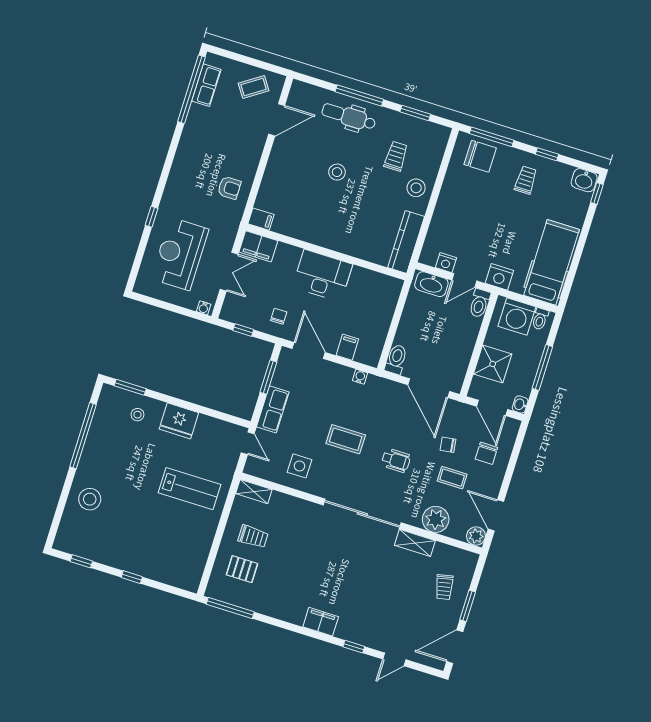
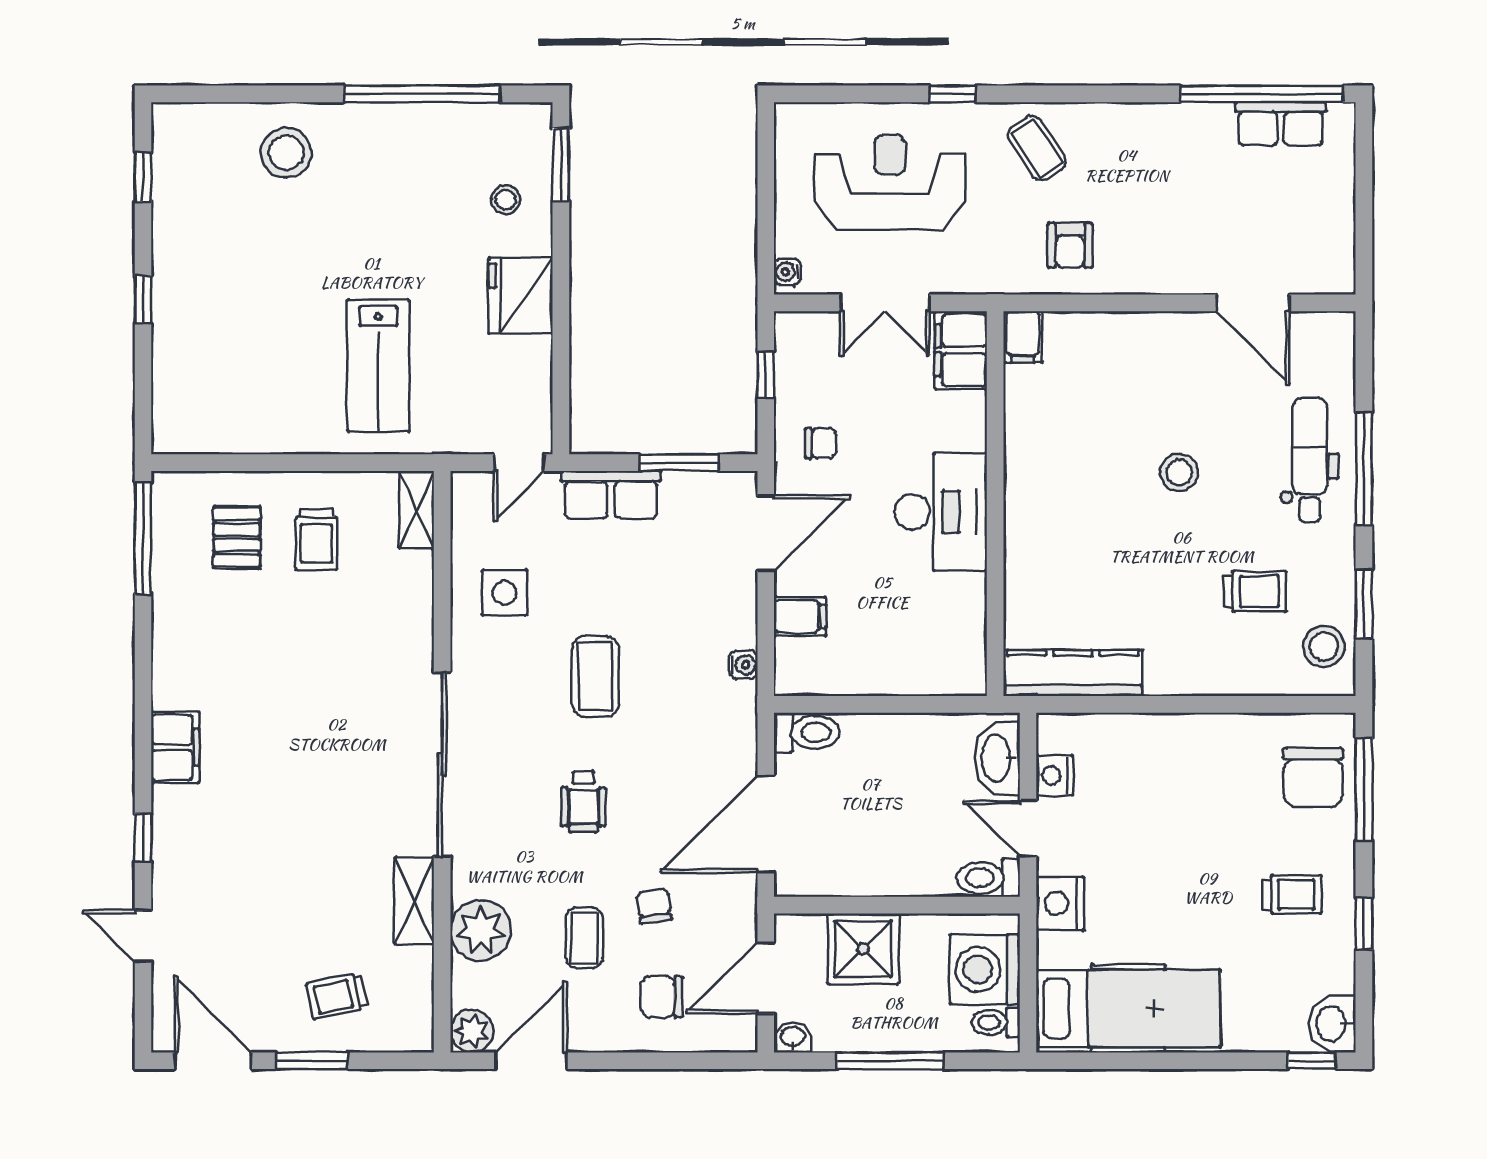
coffee table: (254, 87) -> (1037, 148), moved
stool: (416, 188) -> (1324, 646), moved

